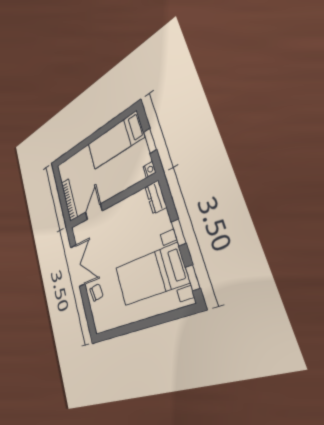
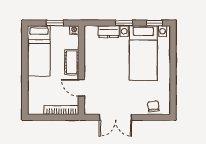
cot: (115, 186) -> (72, 62), added
dresser: (156, 197) -> (109, 32), moved
double door: (78, 265) -> (115, 117), swing flipped
chair: (96, 292) -> (153, 106), moved

